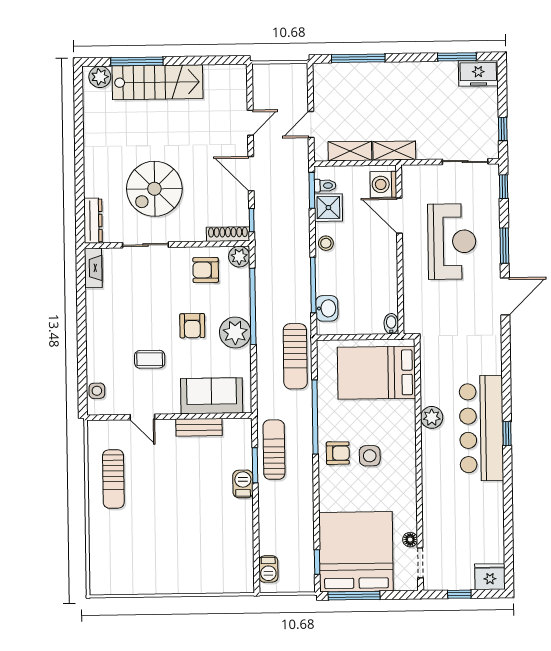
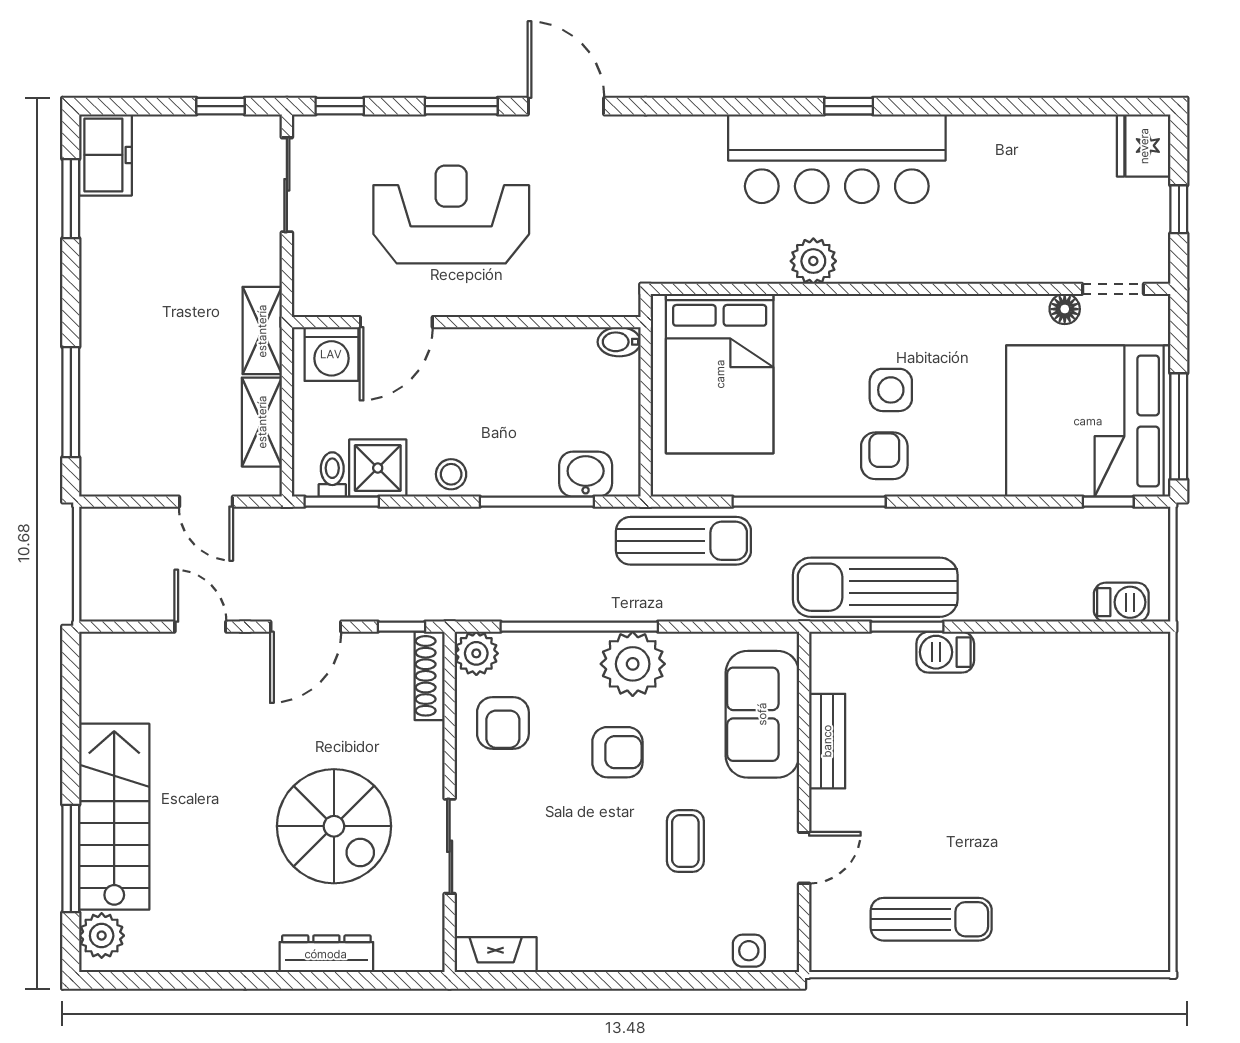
dresser: (93, 221) -> (326, 954), moved
sun lounger: (274, 450) -> (875, 587), width x1.36, depth x1.34

